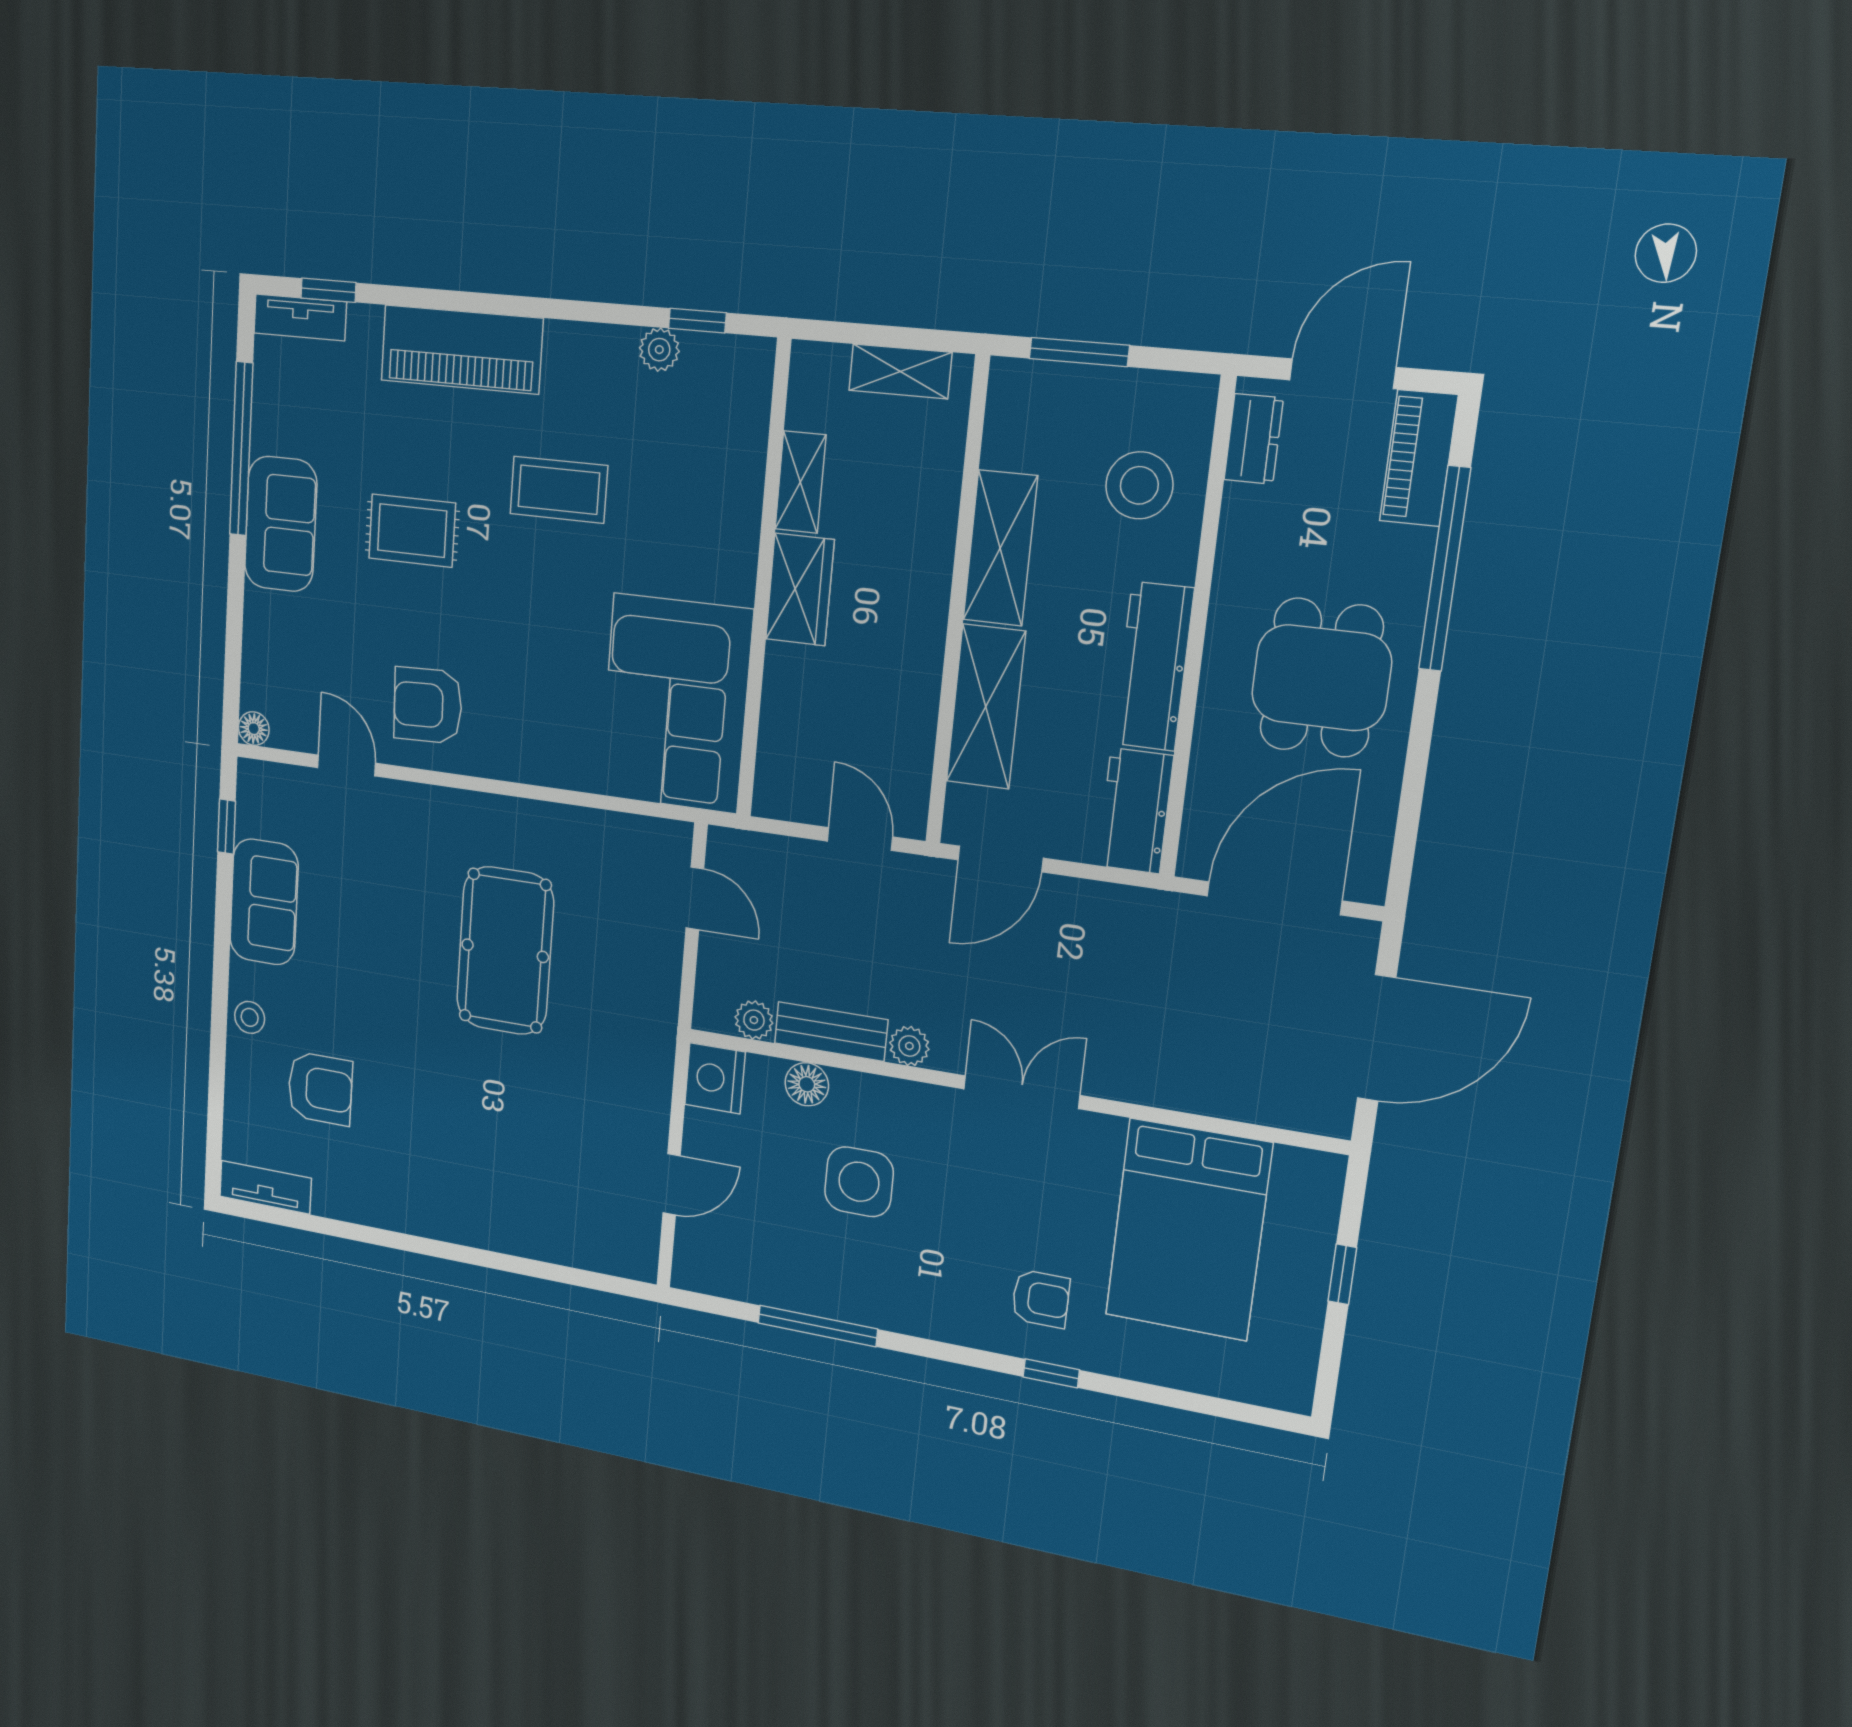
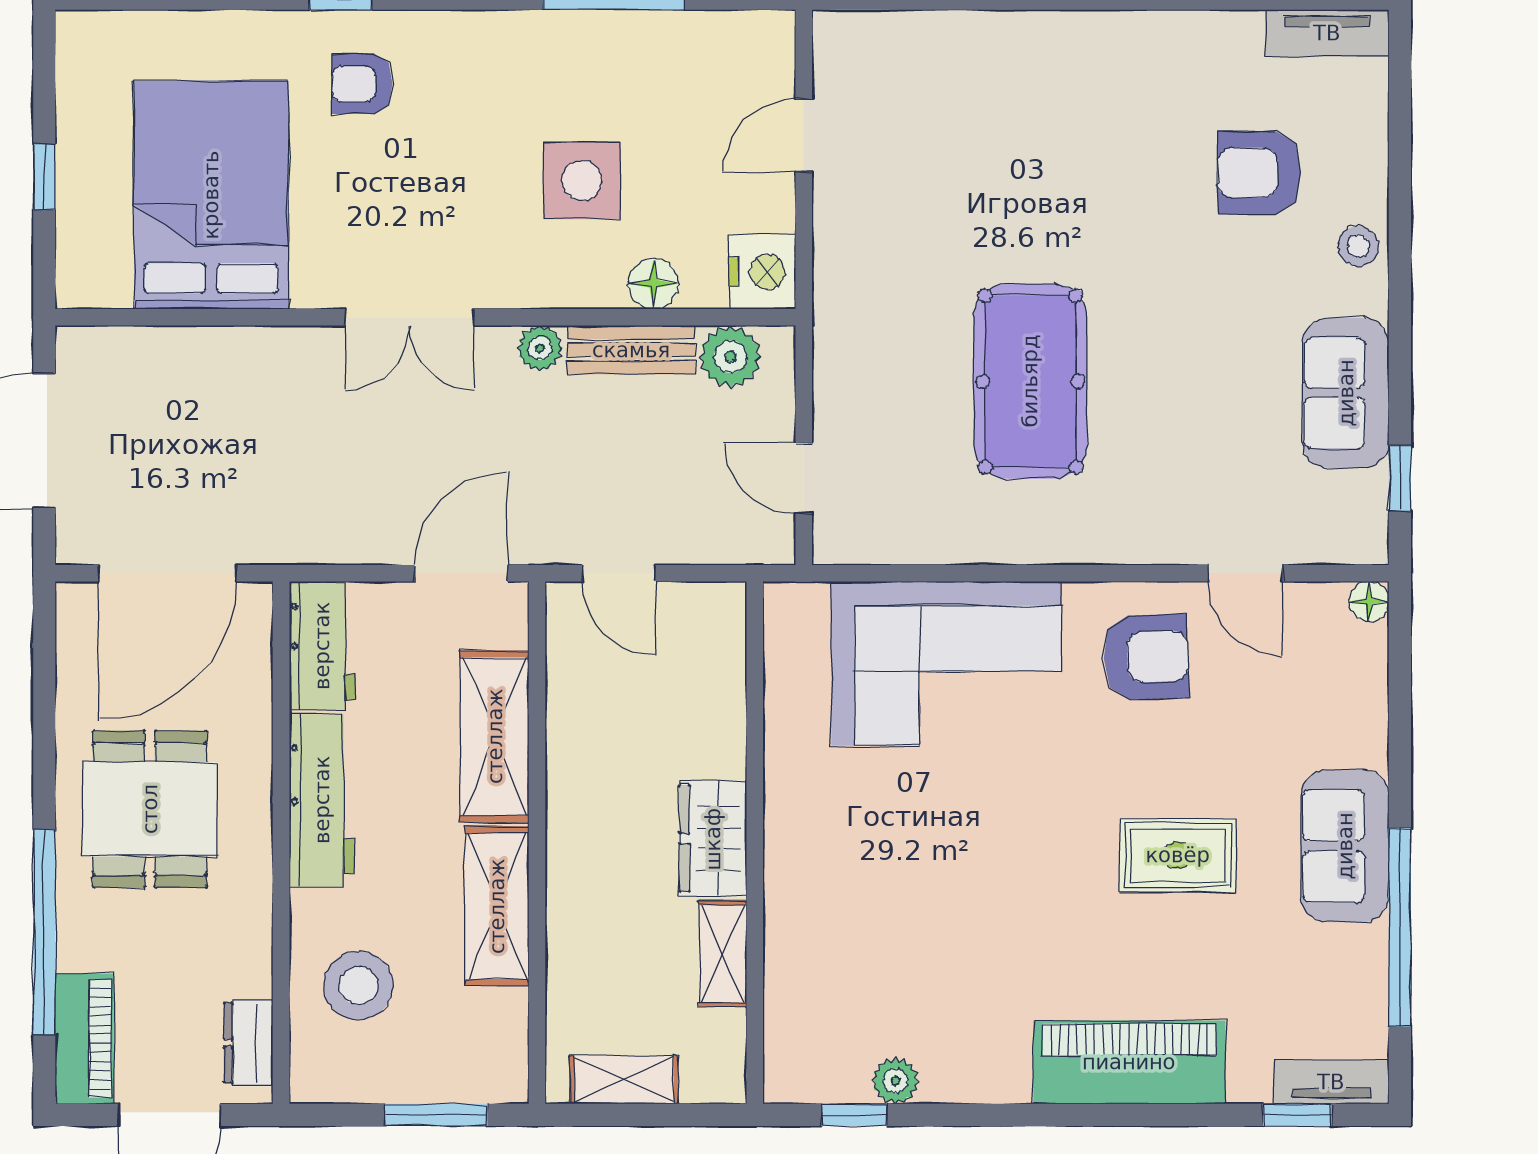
coffee table: (559, 490) -> (1002, 919), removed
corner sofa: (675, 703) -> (947, 664), moved, turned 90
plant: (754, 1020) -> (730, 357), width x1.38, depth x1.38

